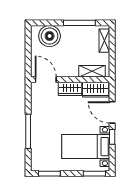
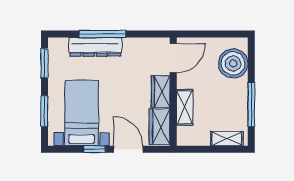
shelving: (92, 71) -> (185, 107), moved
door: (112, 112) -> (128, 149), hinge flipped
dresser: (37, 137) -> (95, 47), added
window: (94, 174) -> (44, 111), moved

